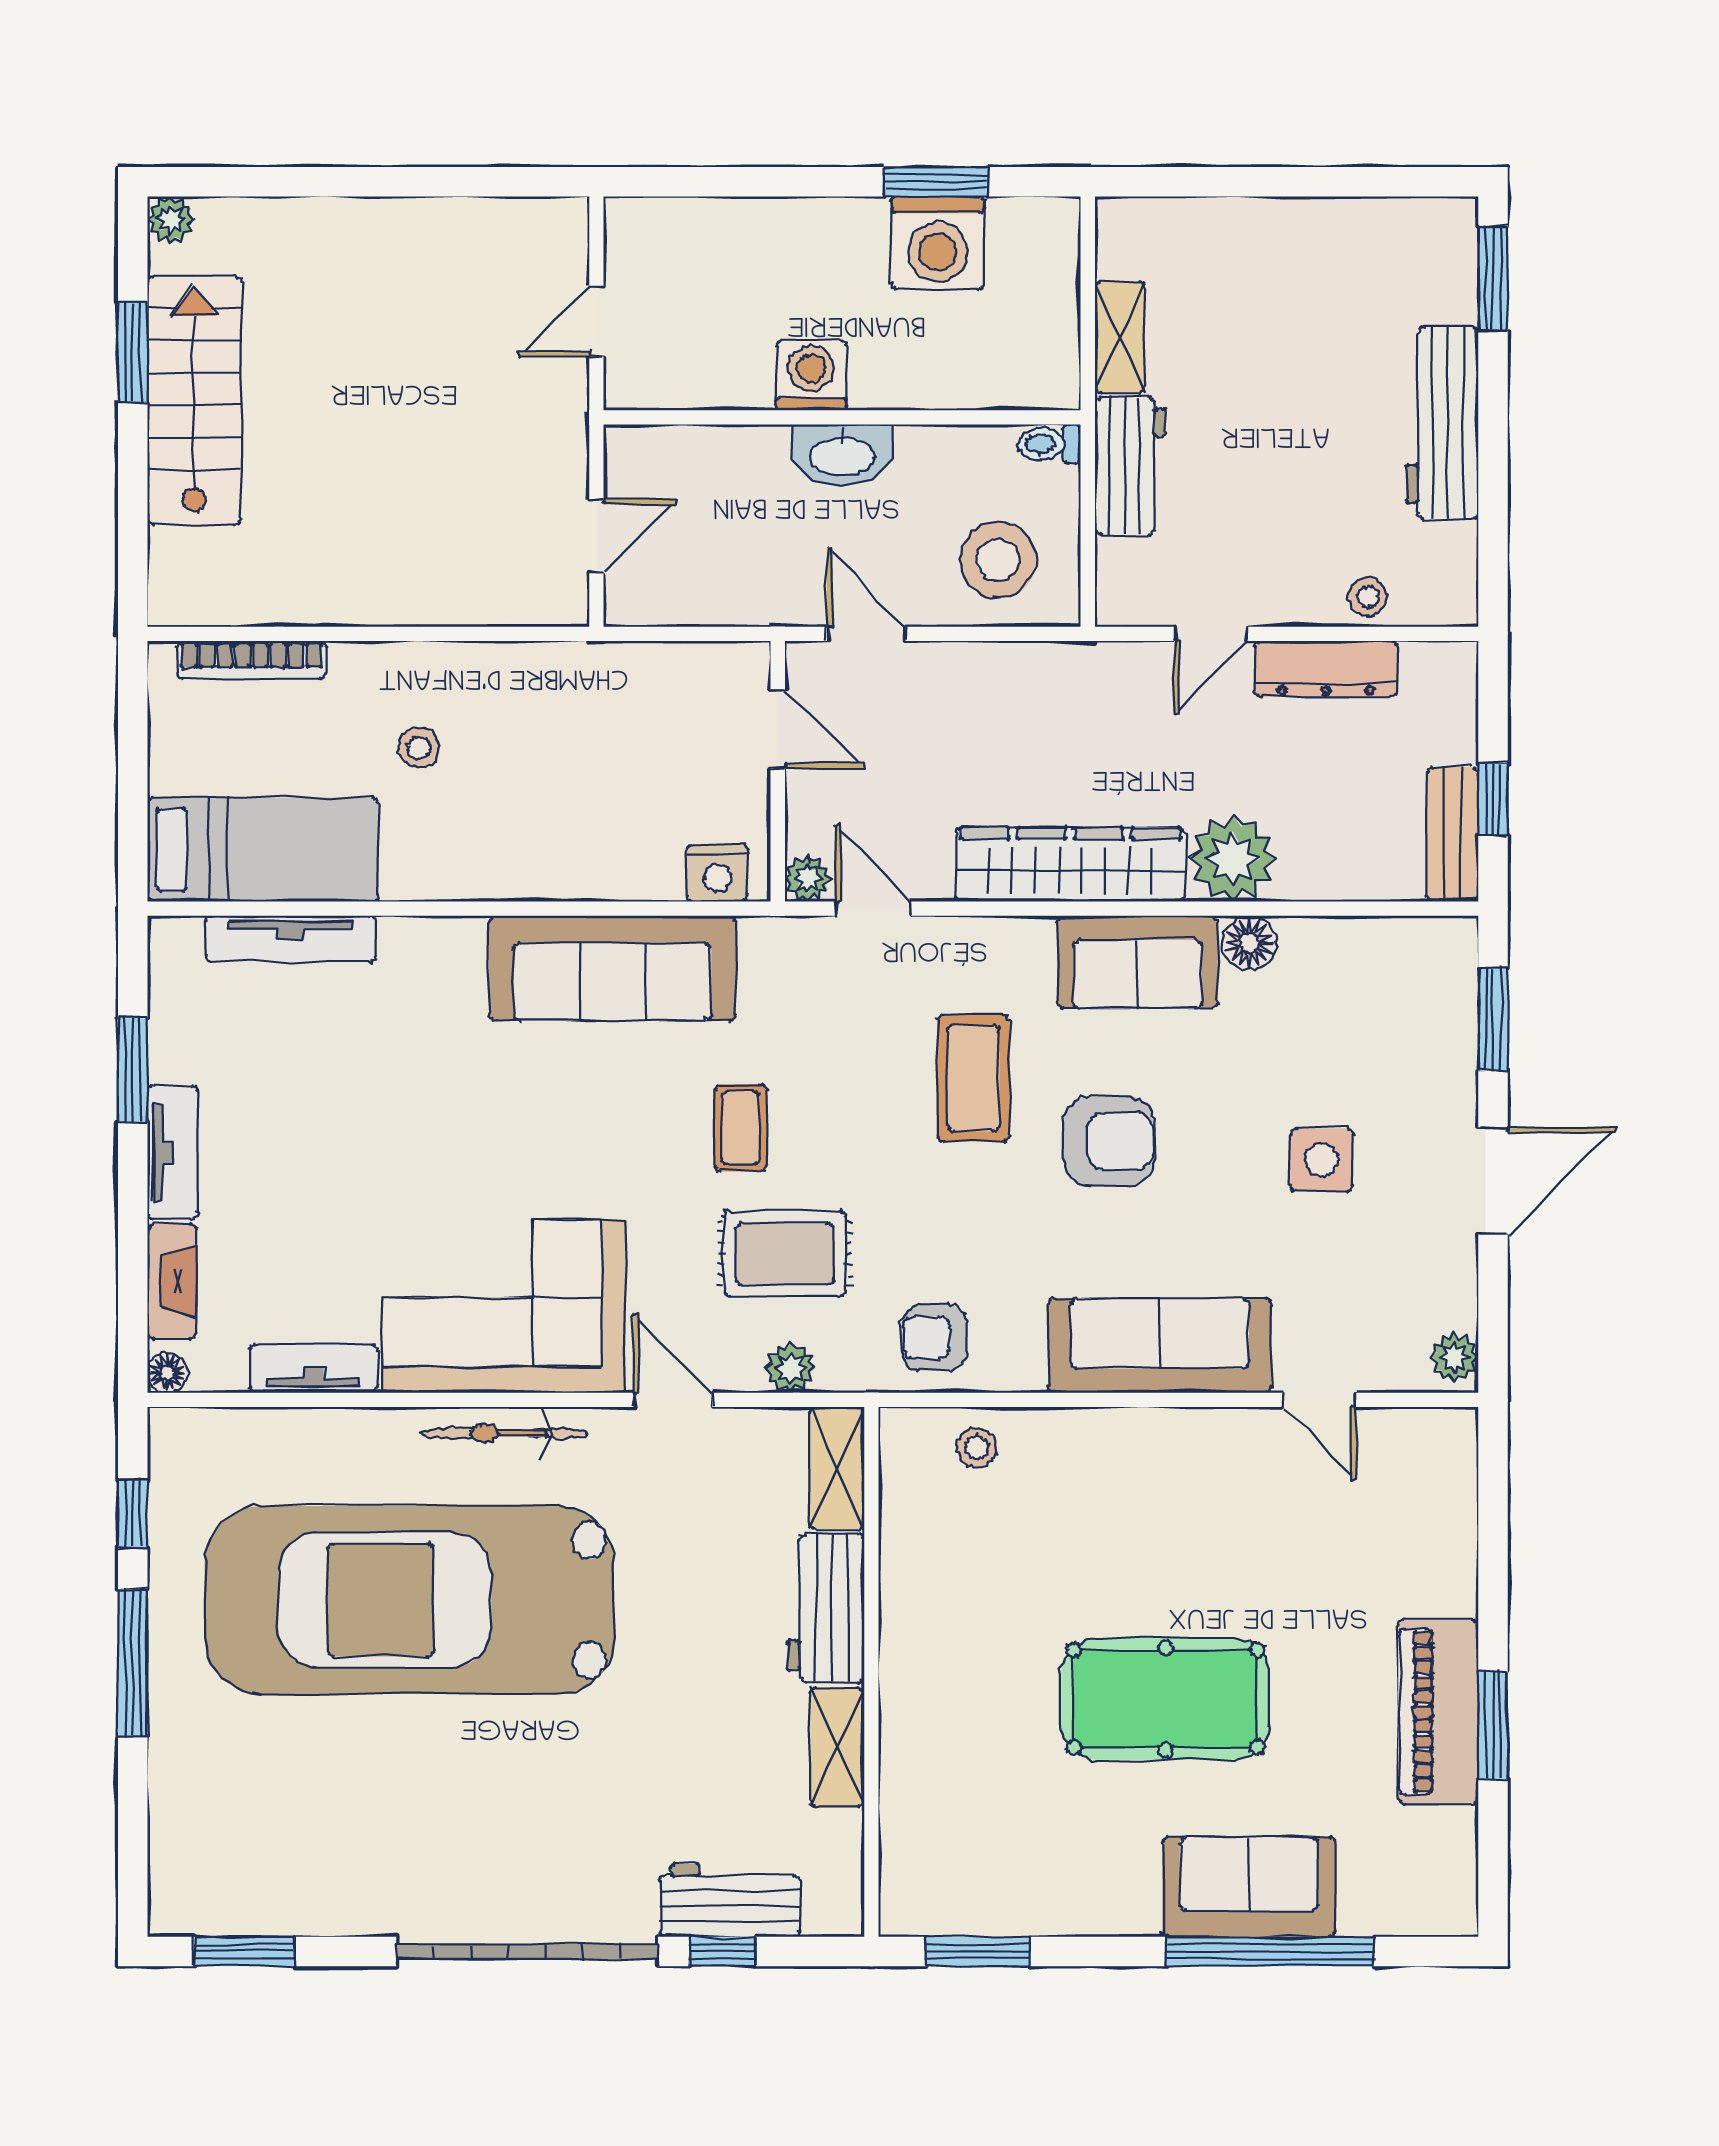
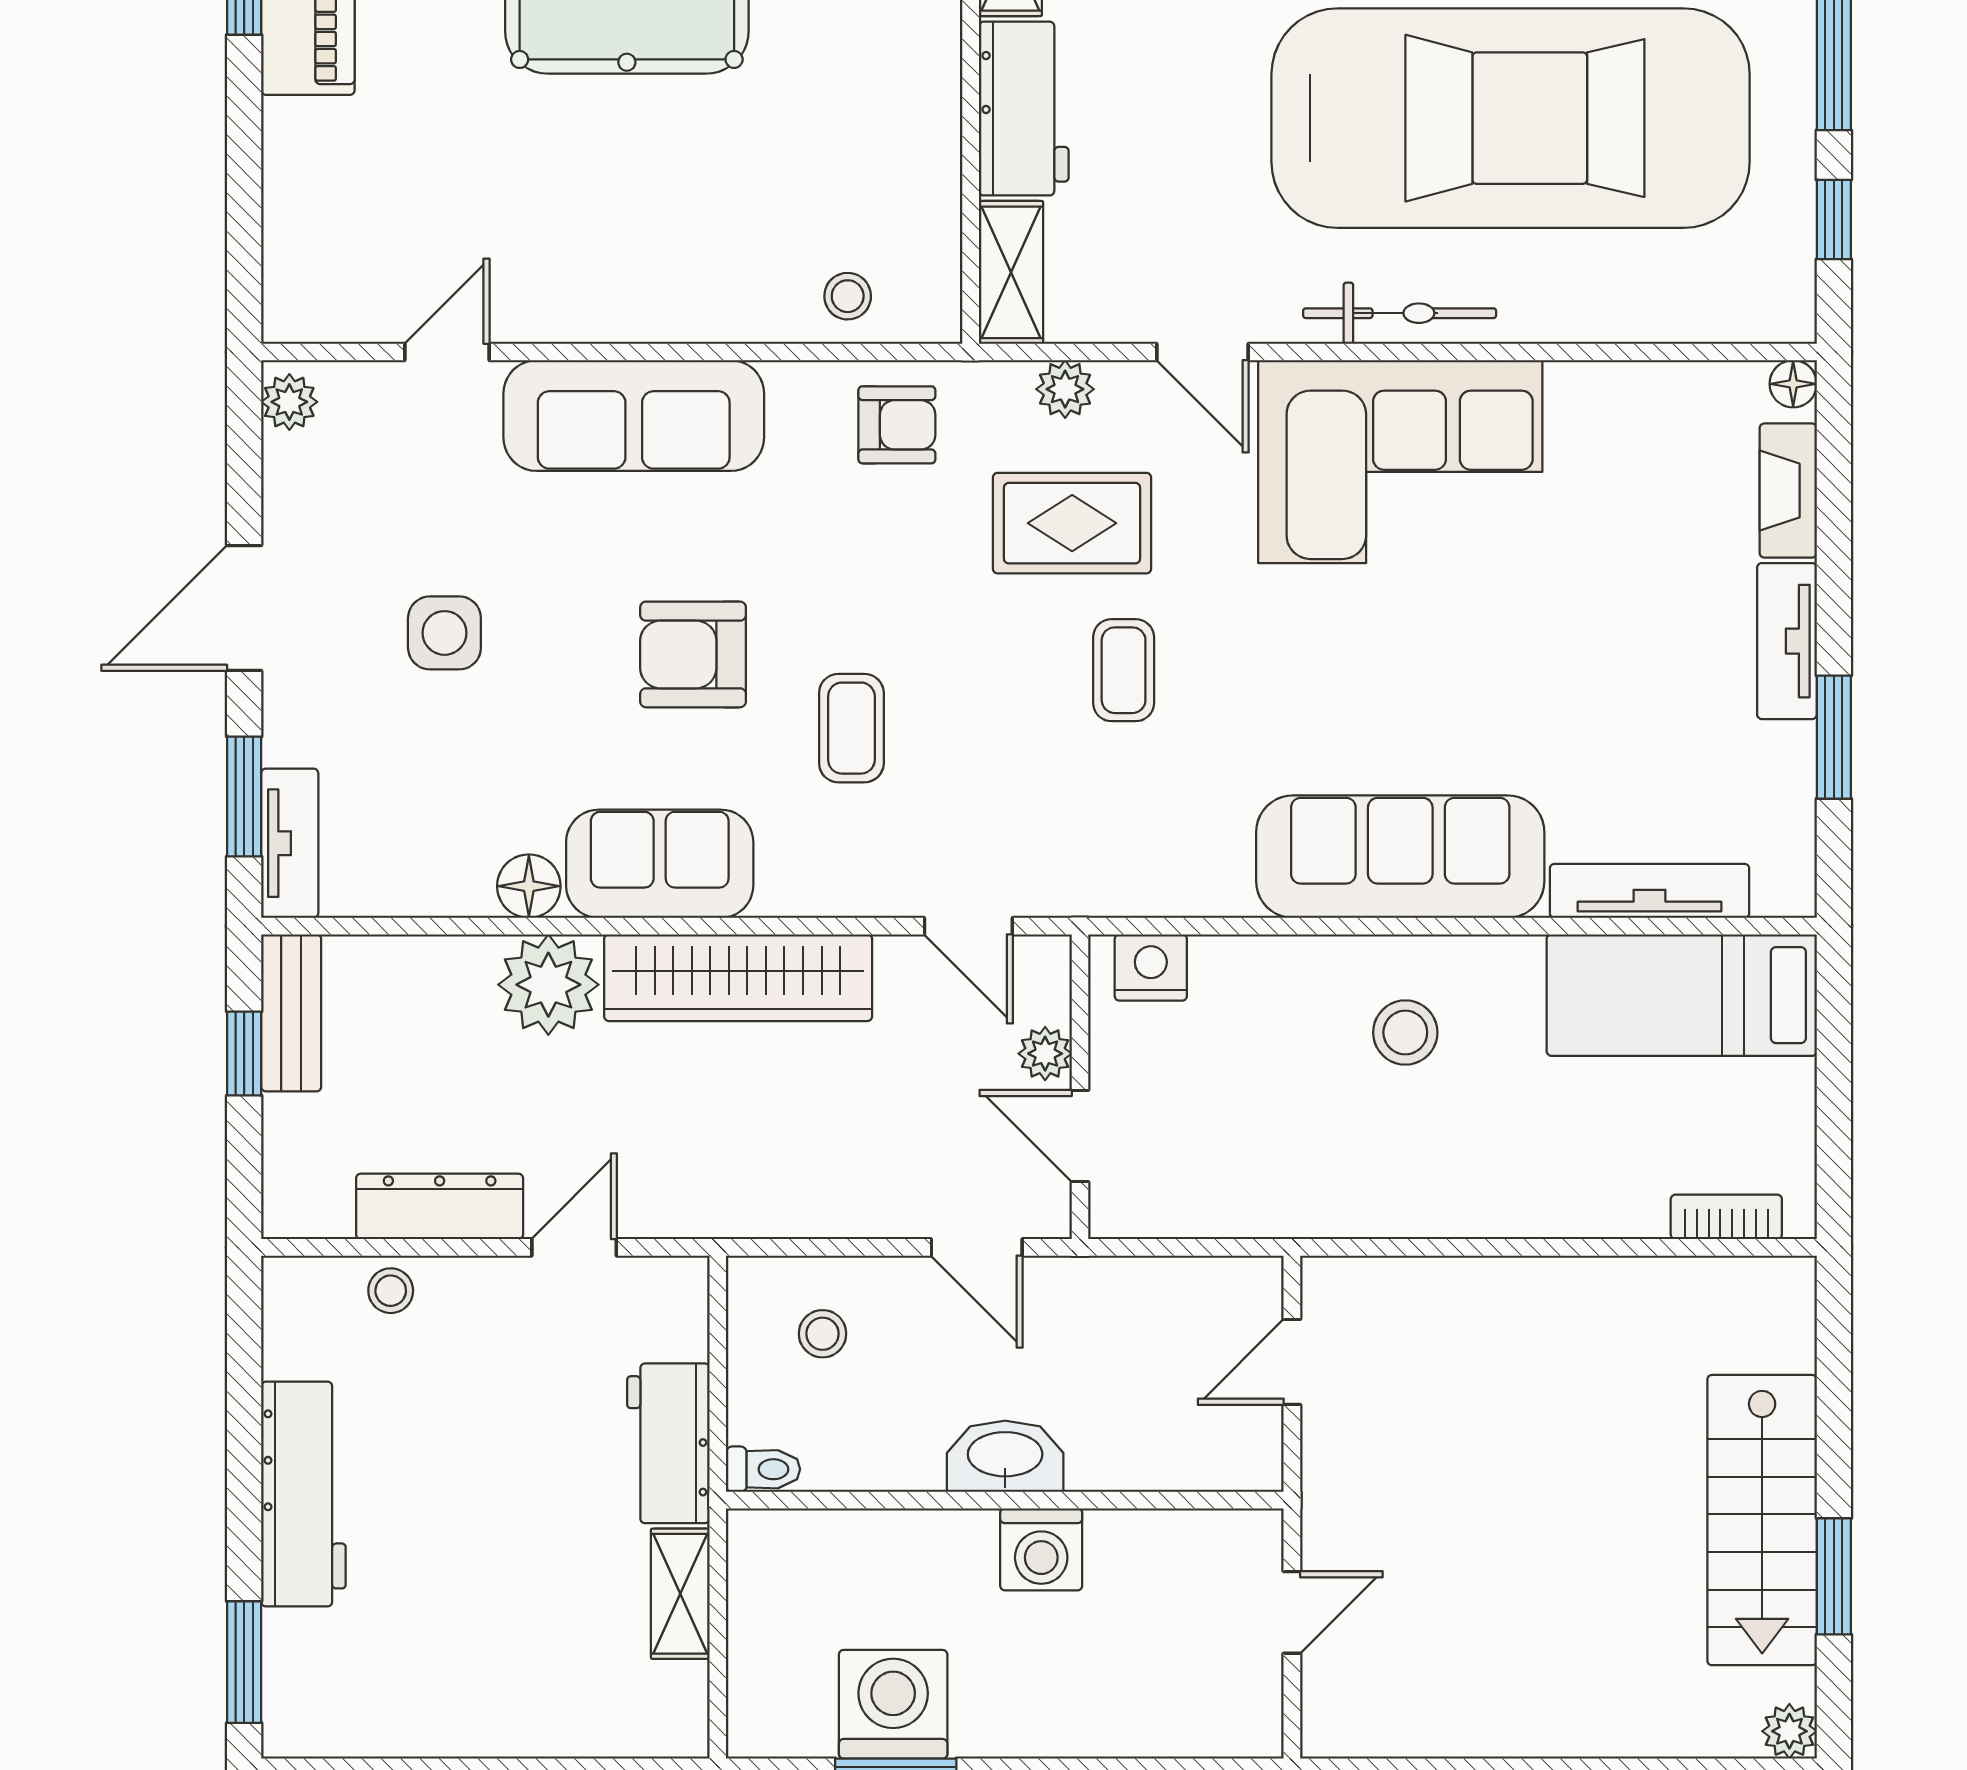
stool: (998, 560) -> (823, 1334), width x0.53, depth x0.53
bookcase: (251, 660) -> (1726, 1217), width x0.64
stool: (419, 748) -> (1405, 1032), moved, width x1.37, depth x1.37
plant: (808, 879) -> (1045, 1054), moved
sofa: (612, 968) -> (1400, 857), moved
coffee table: (973, 1078) -> (851, 728), width x0.73, depth x0.77
tv unit: (313, 1369) -> (290, 843), moved, turned -90
door: (1320, 1400) -> (447, 352), hinge flipped

